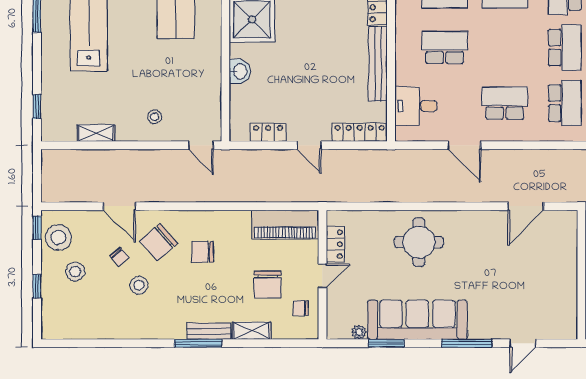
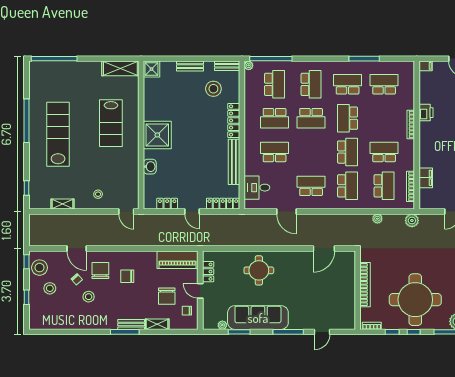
chair: (158, 242) -> (100, 271), turned 131
door: (322, 276) -> (200, 291), swing flipped

